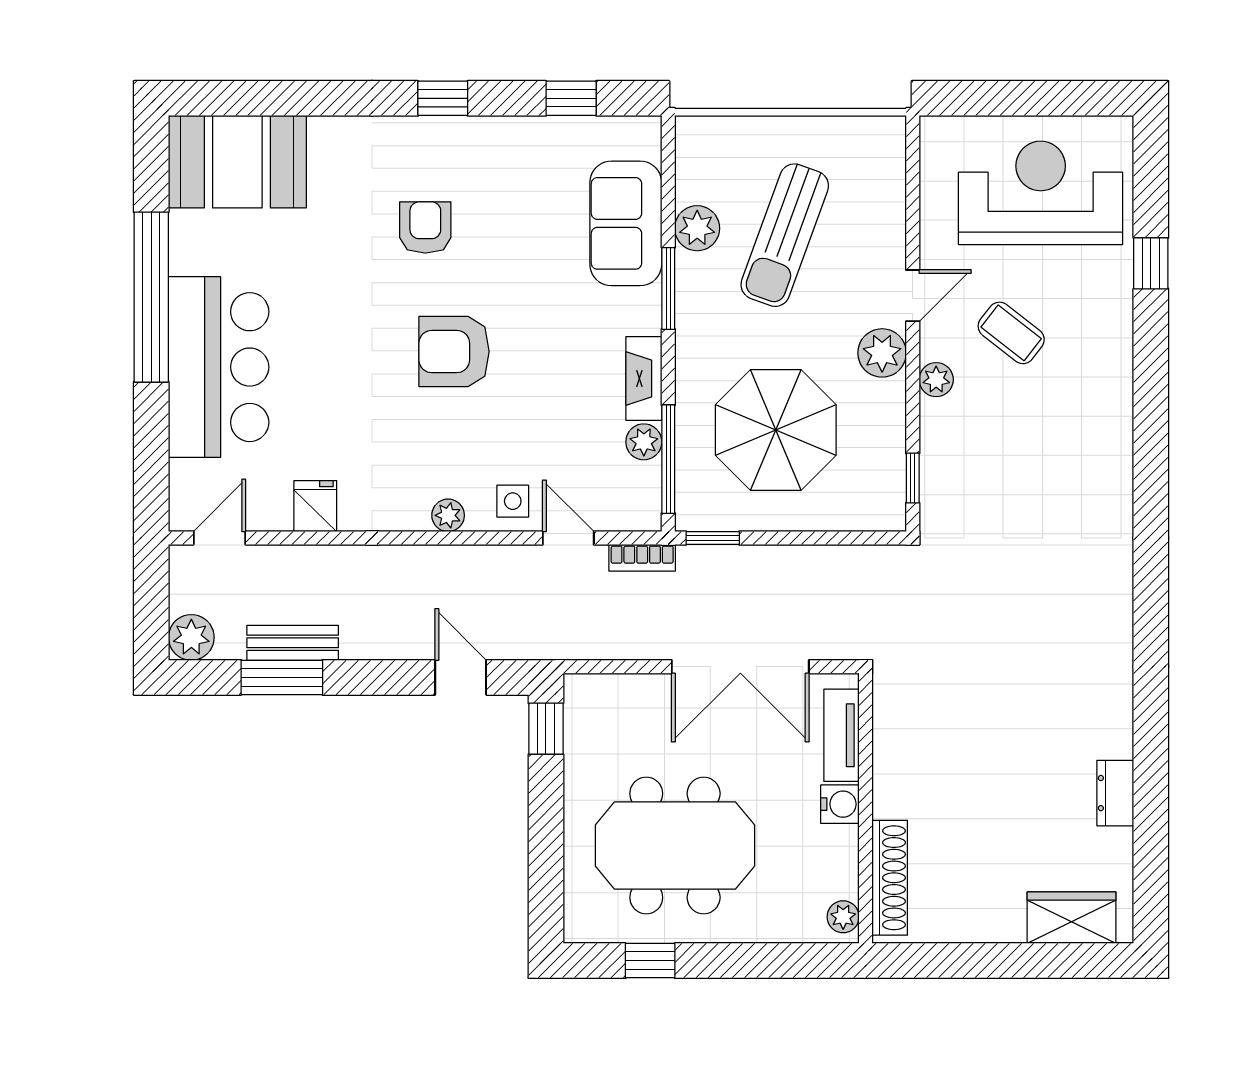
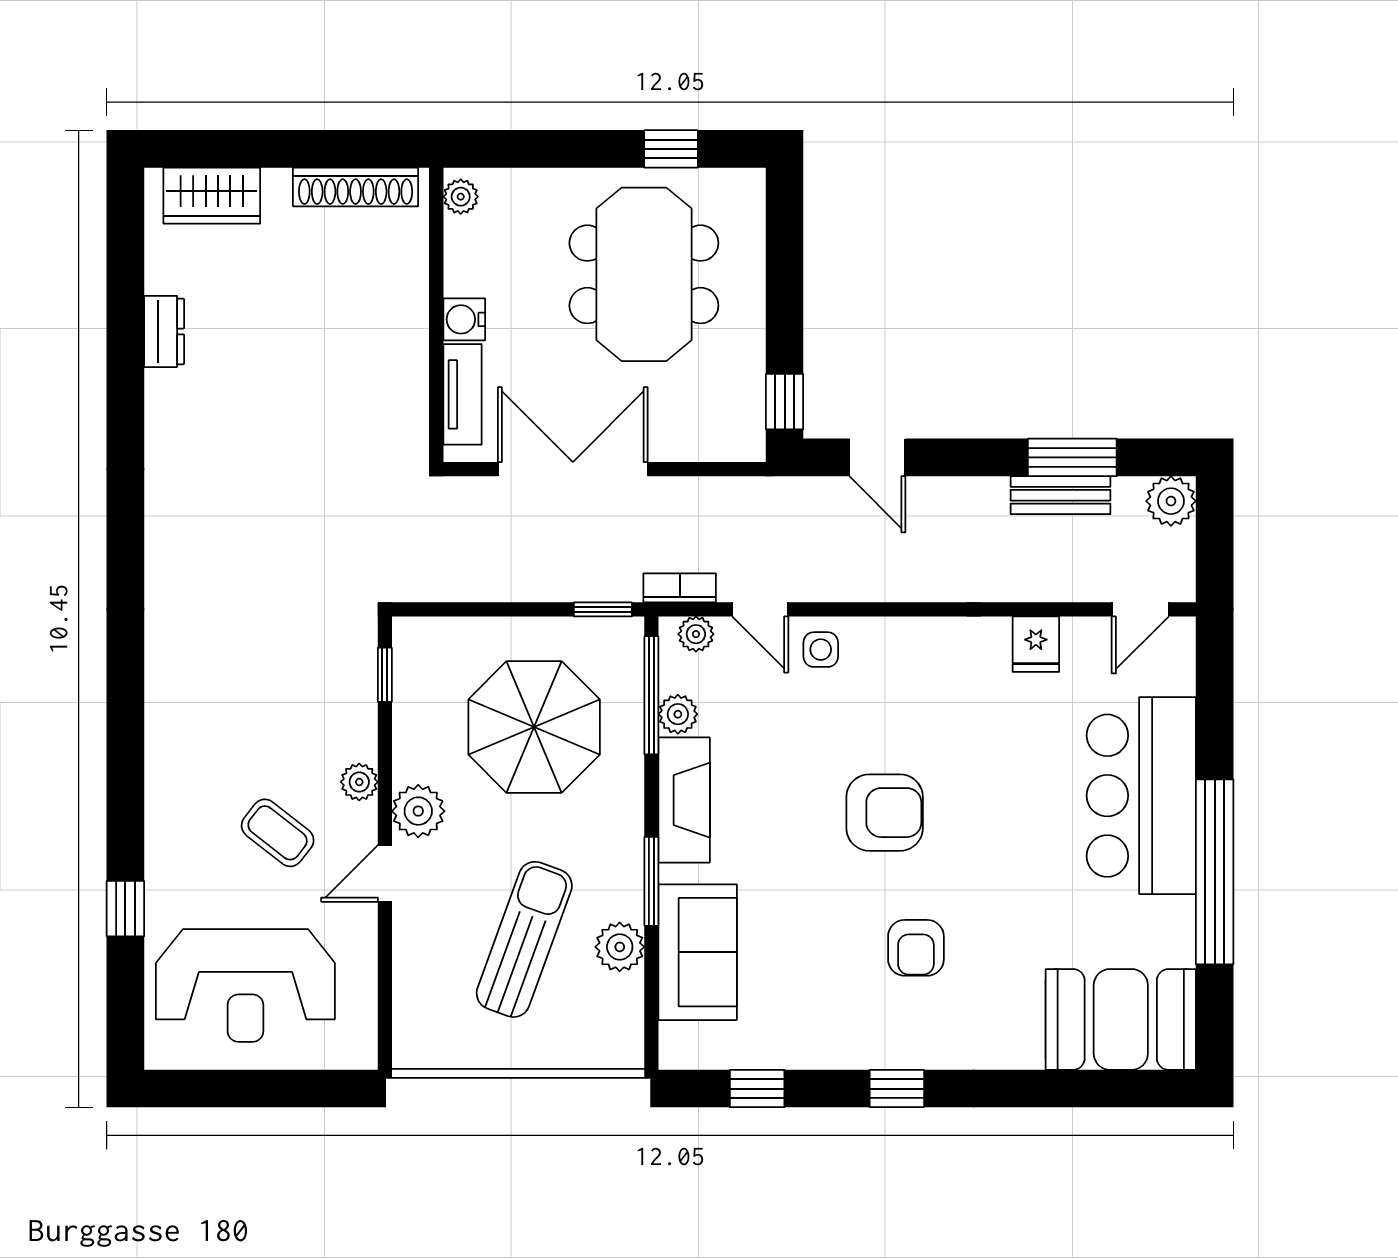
fireplace: (644, 379) -> (684, 800), width x1.37, depth x1.32
plant: (448, 515) -> (696, 634), moved
meeting table: (675, 846) -> (644, 274), turned 90
shoe rack: (890, 878) -> (356, 187), moved, turned -90

